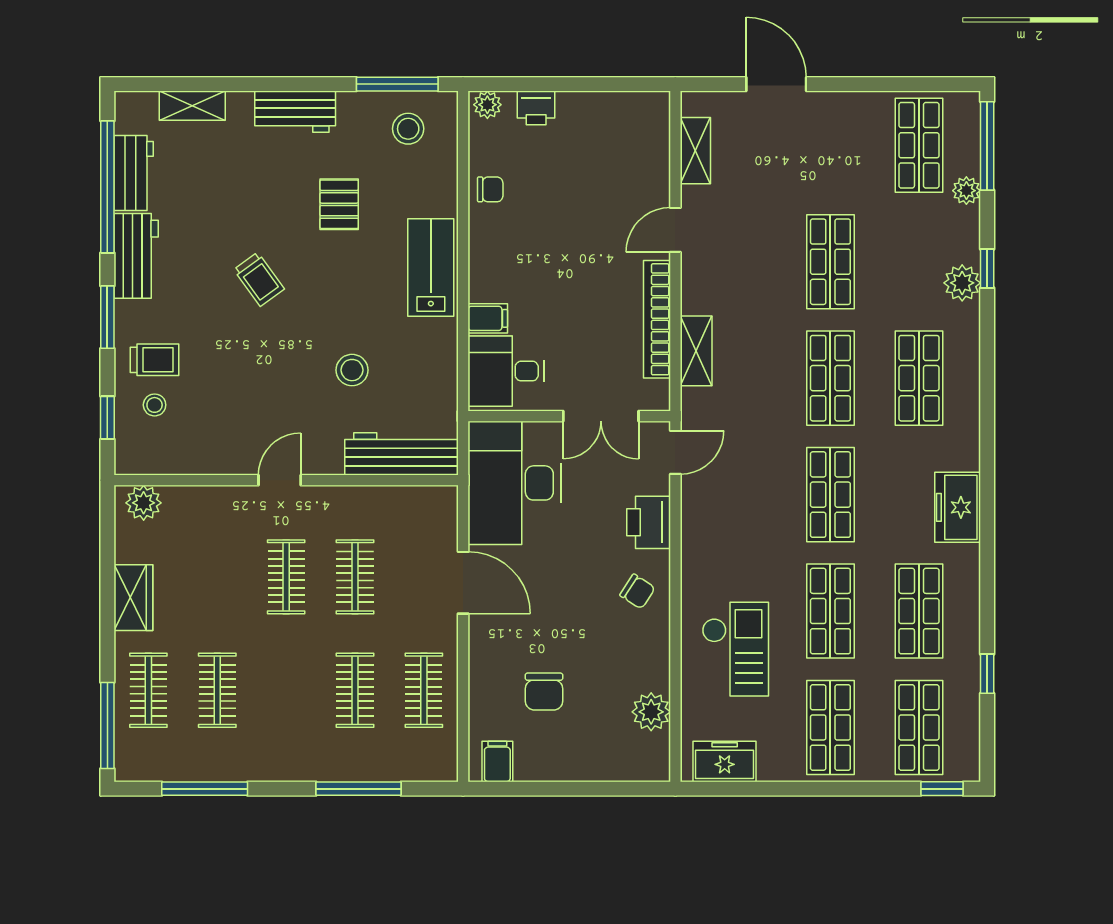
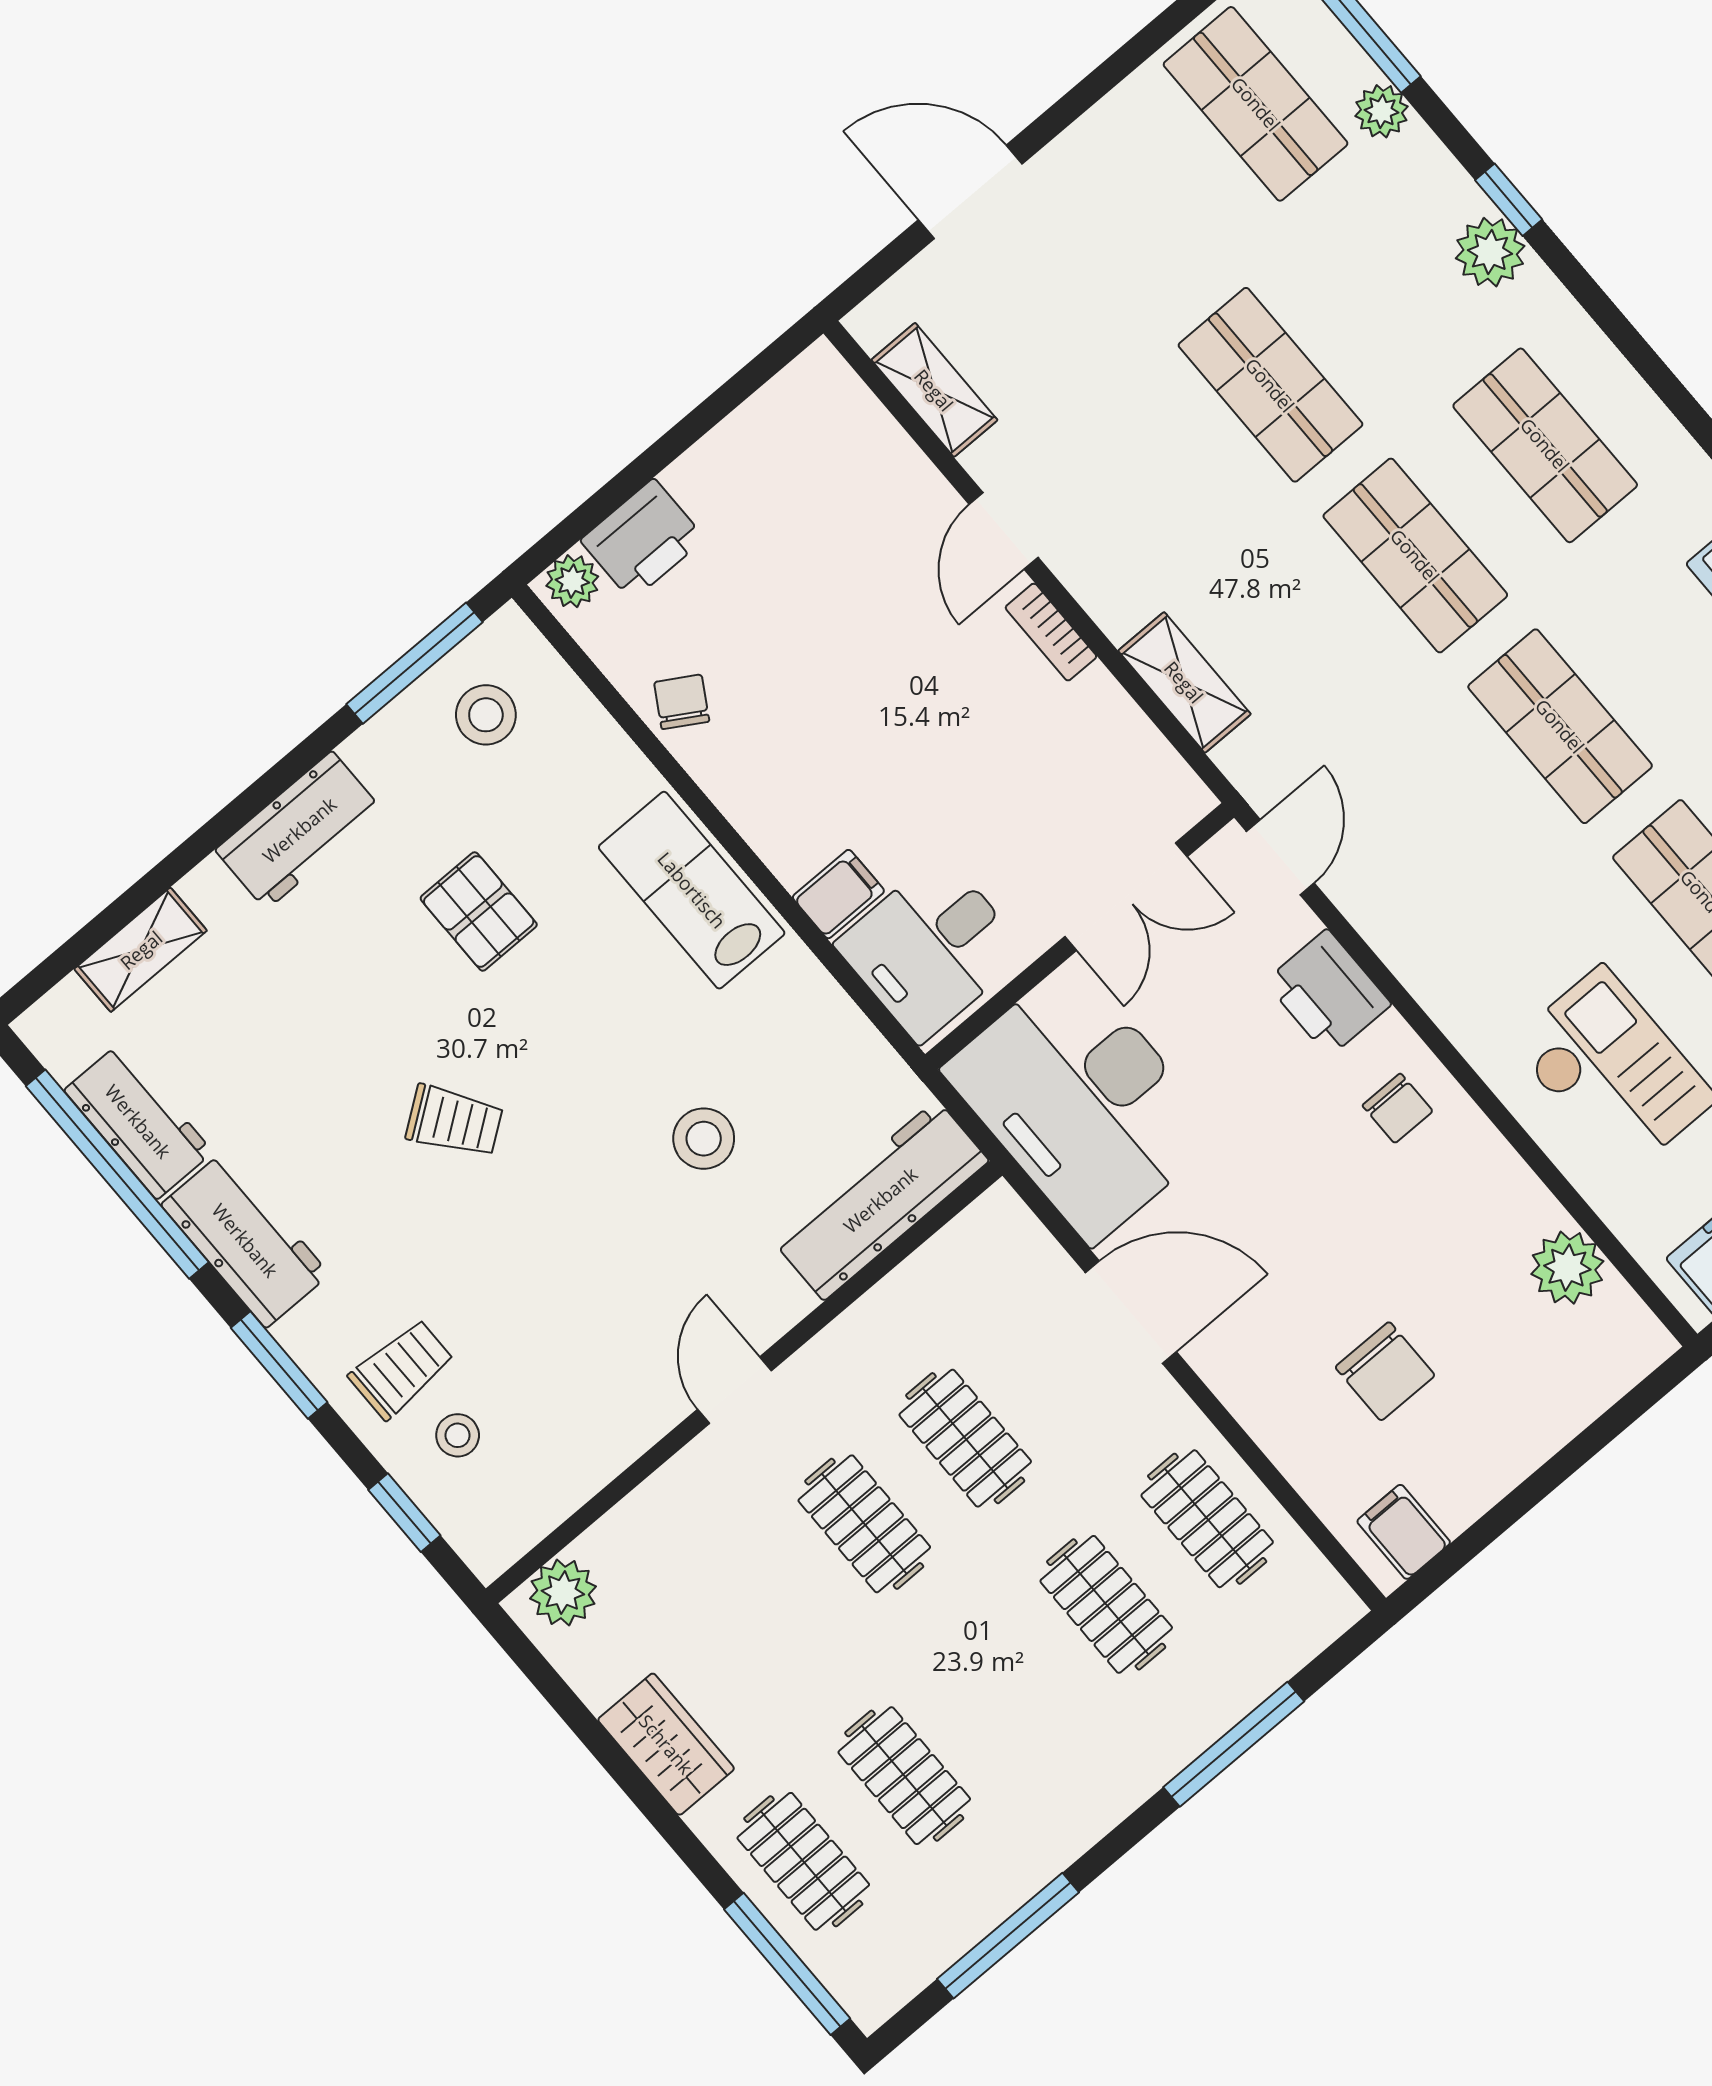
printer: (536, 108) -> (643, 540), width x1.36, depth x1.24
chair: (490, 189) -> (682, 702), turned -59
bookcase: (657, 319) -> (1051, 632), width x0.43, depth x0.76
chair: (637, 591) -> (1398, 1108), turned 57

